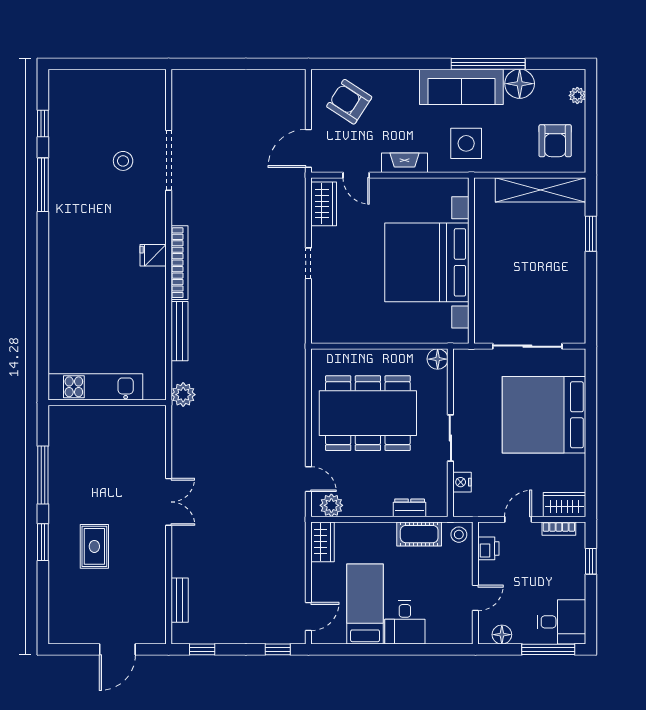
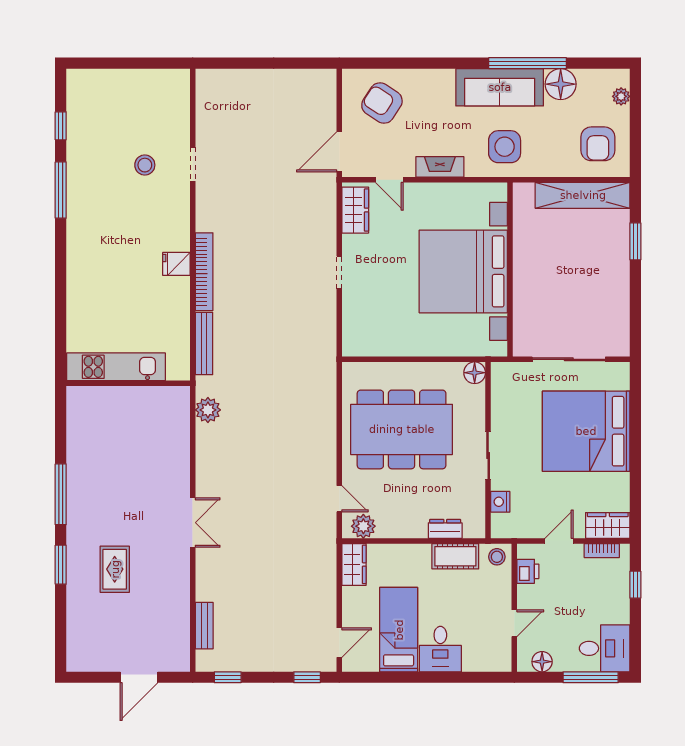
doorway: (169, 160) -> (193, 164), width x0.53
kitchen unit: (96, 387) -> (116, 367), moved
wall: (107, 403) -> (128, 383), moved

